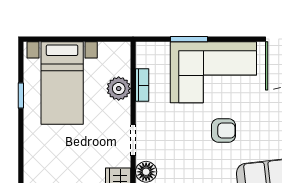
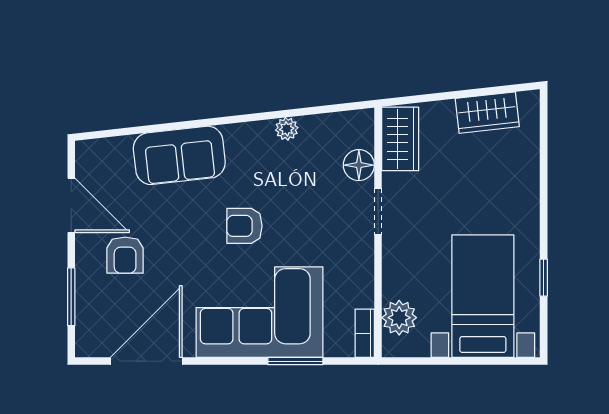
bookcase: (142, 85) -> (365, 333), moved
plant: (119, 89) -> (399, 318), moved

